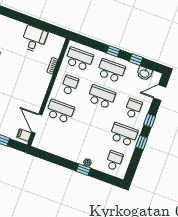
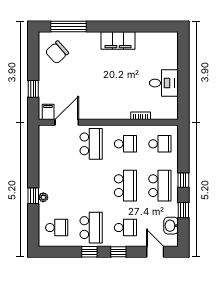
school desk: (79, 59) -> (160, 144), width x0.54

